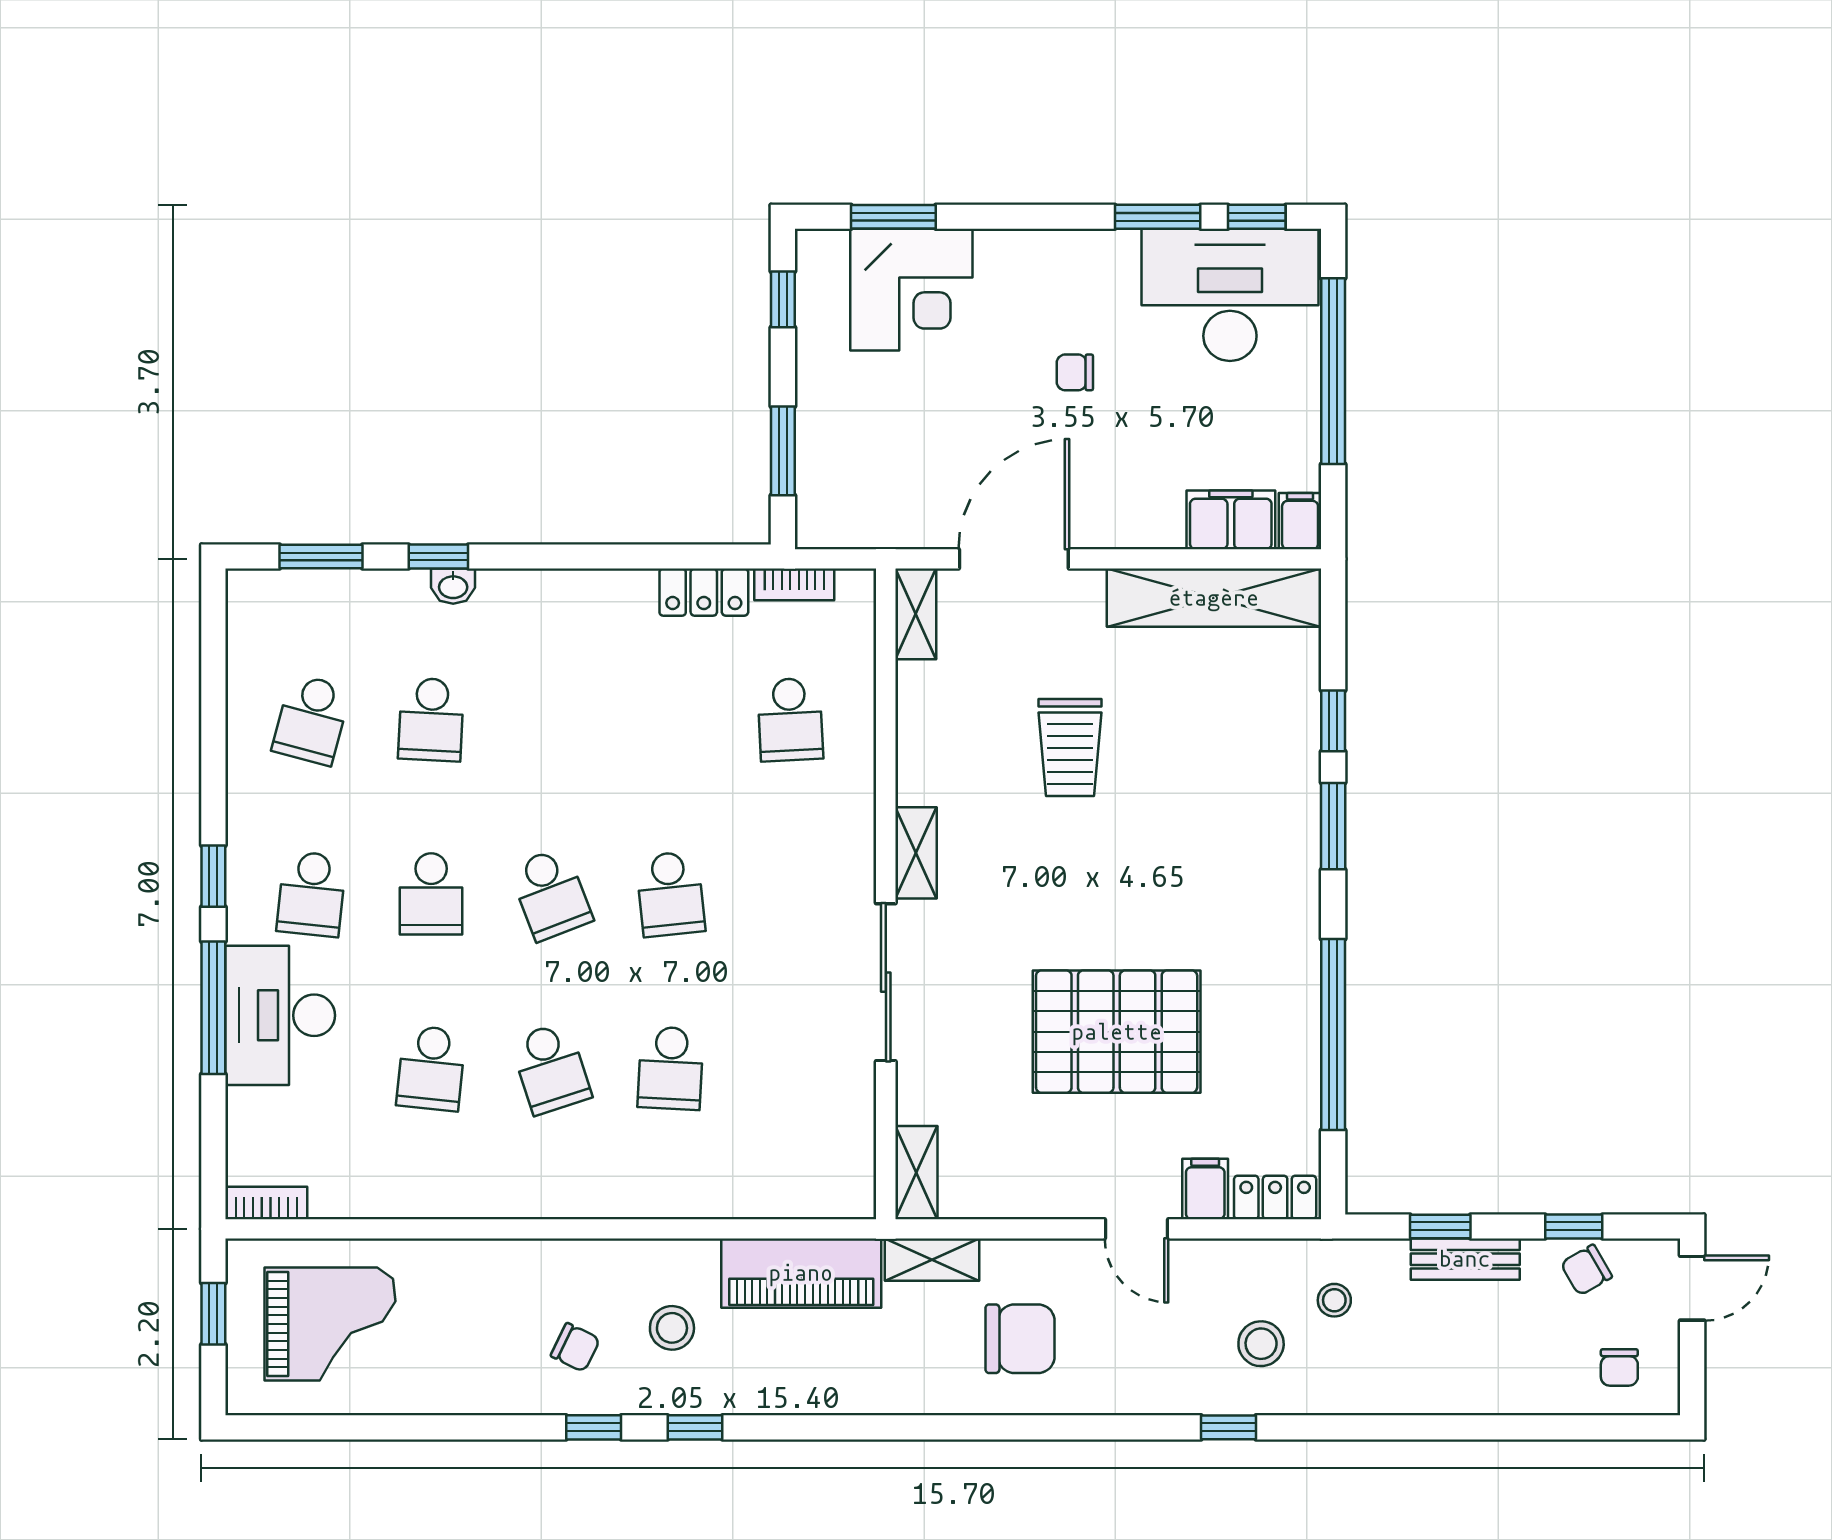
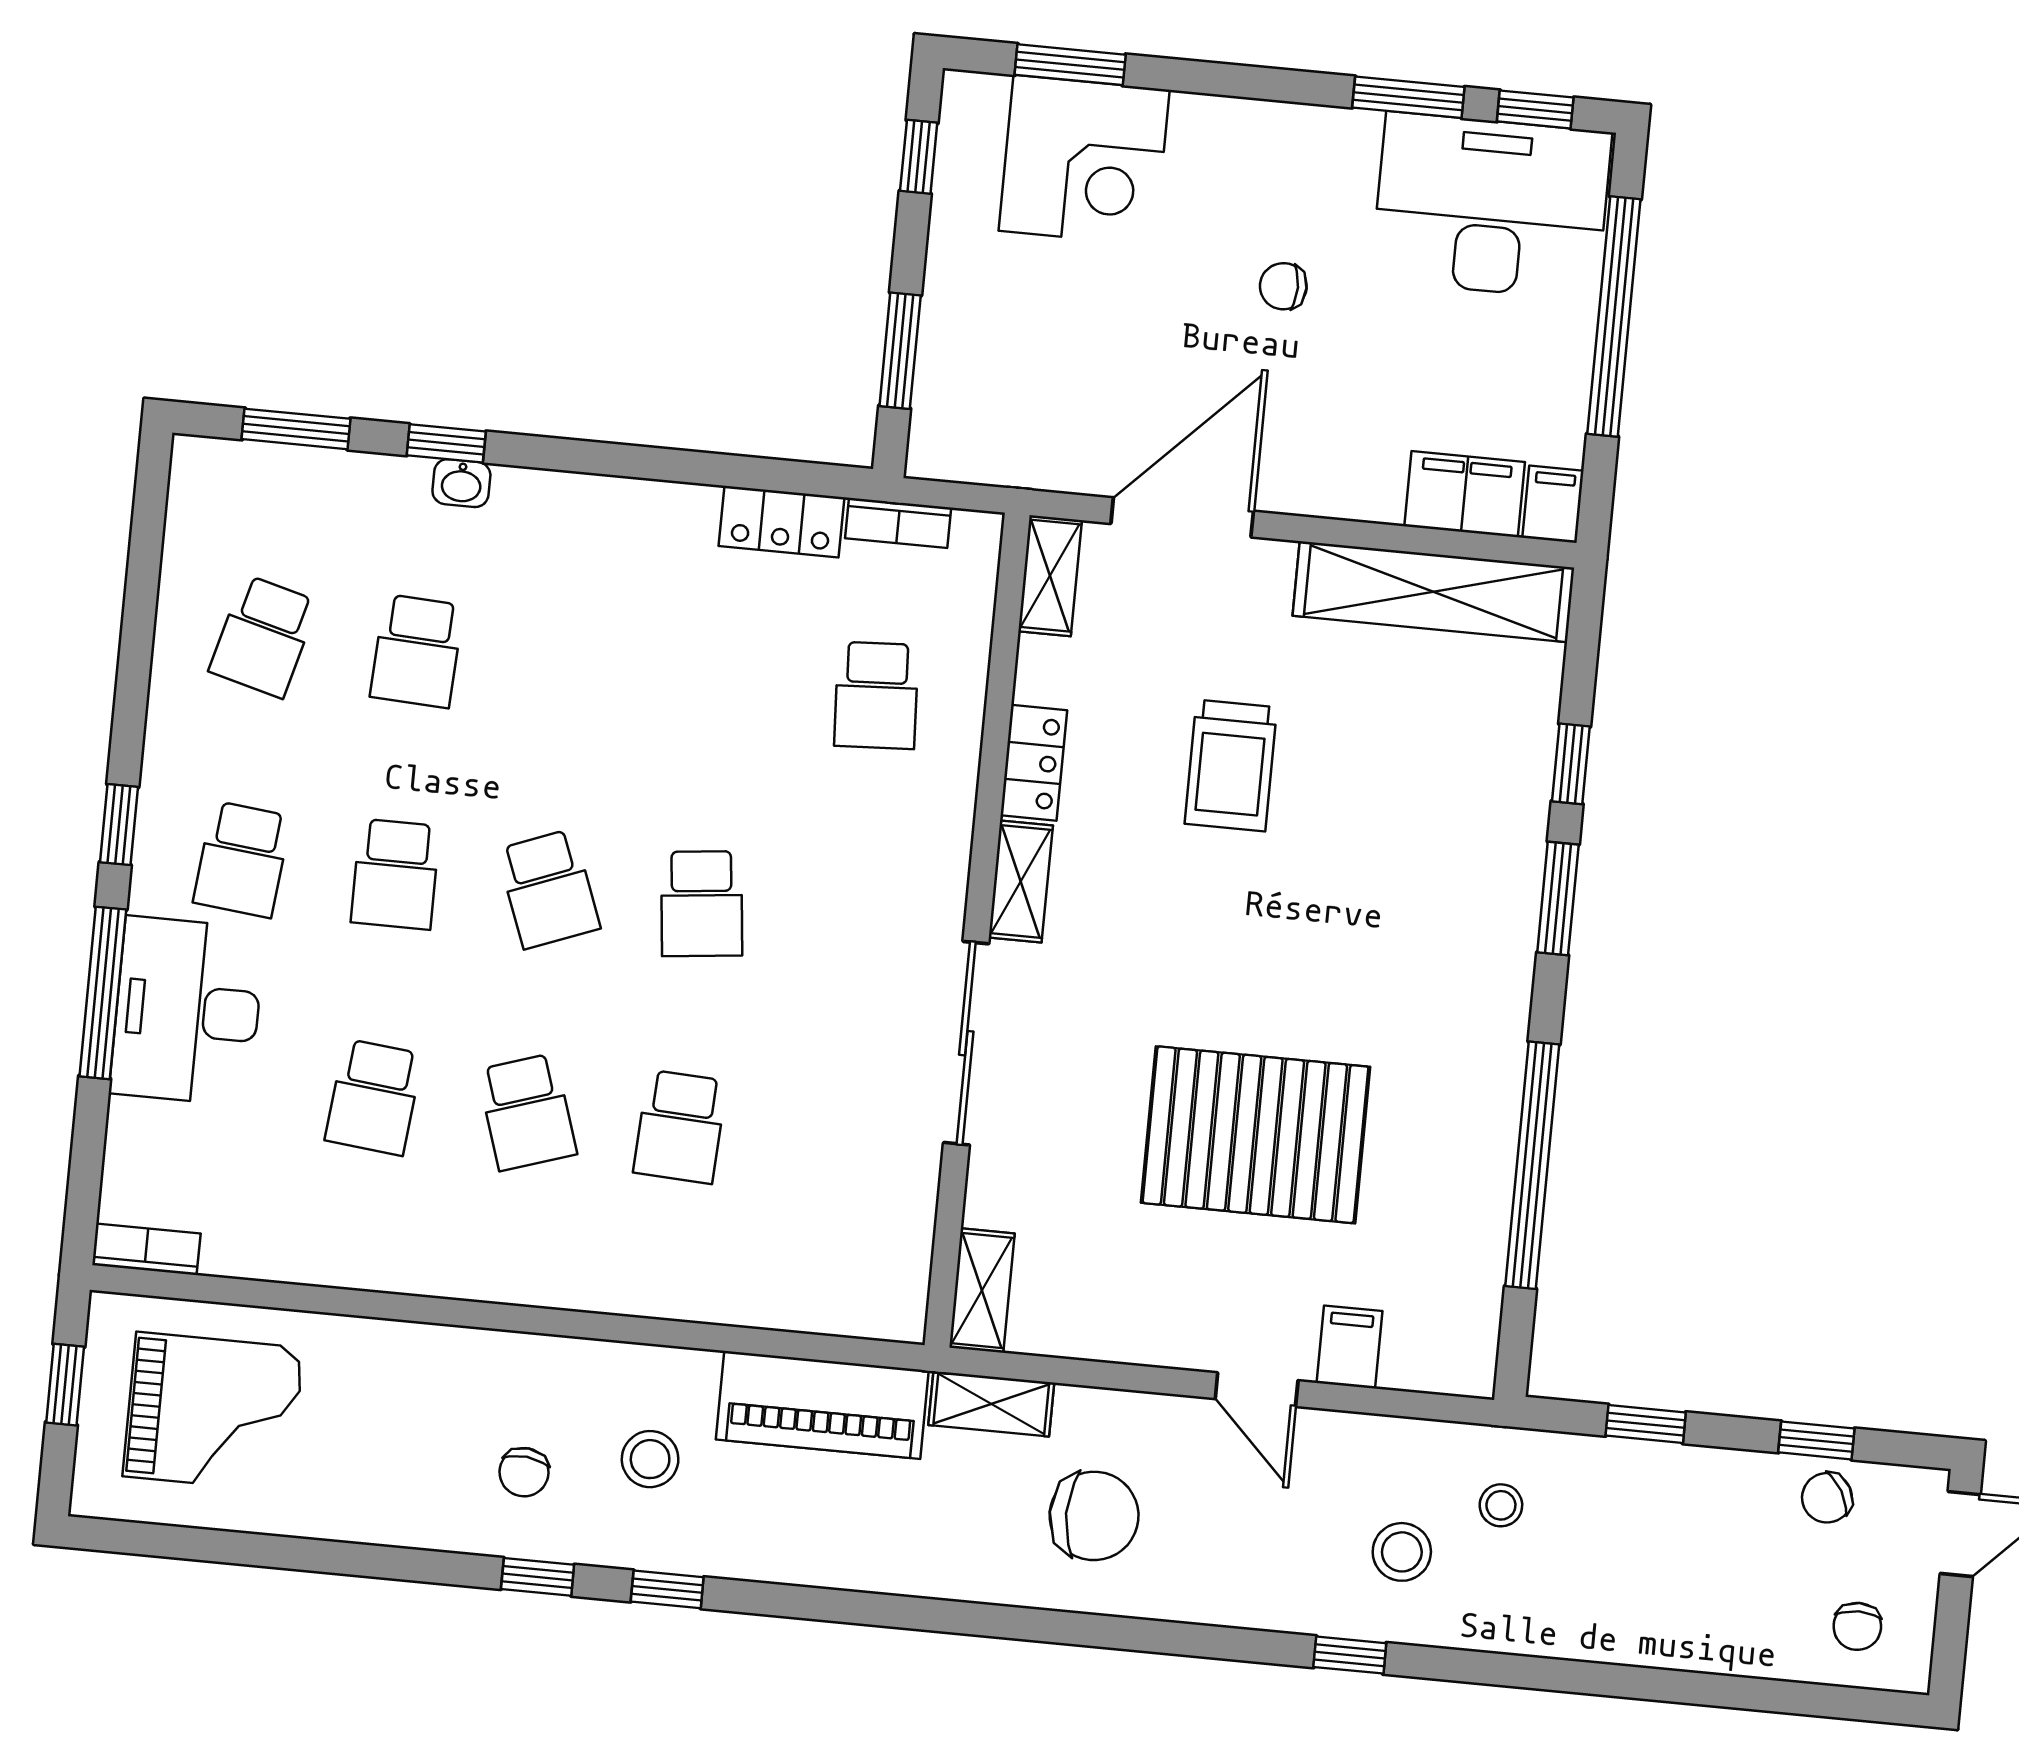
locker: (1275, 1197) -> (1034, 763), moved, turned 90
bench: (1465, 1259) -> (1673, 1469), removed
chair: (575, 1347) -> (524, 1472), turned 70

